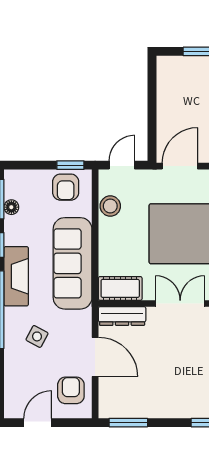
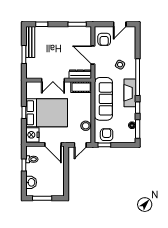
door: (180, 166) -> (53, 144), hinge flipped

